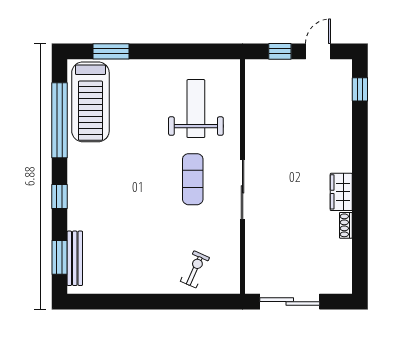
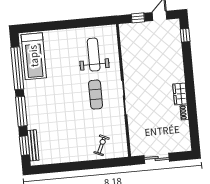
window: (111, 51) -> (43, 27), removed
window: (59, 197) -> (21, 111), width x2.17
sliding door: (290, 302) -> (157, 158), width x0.73

